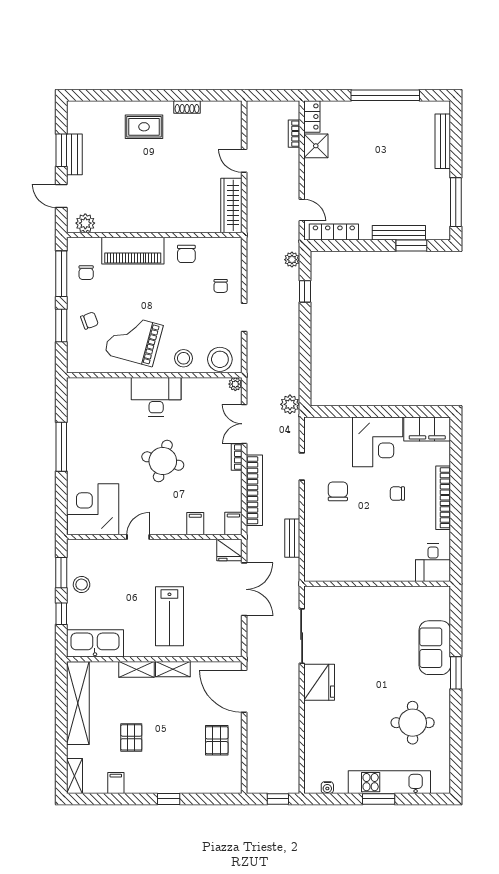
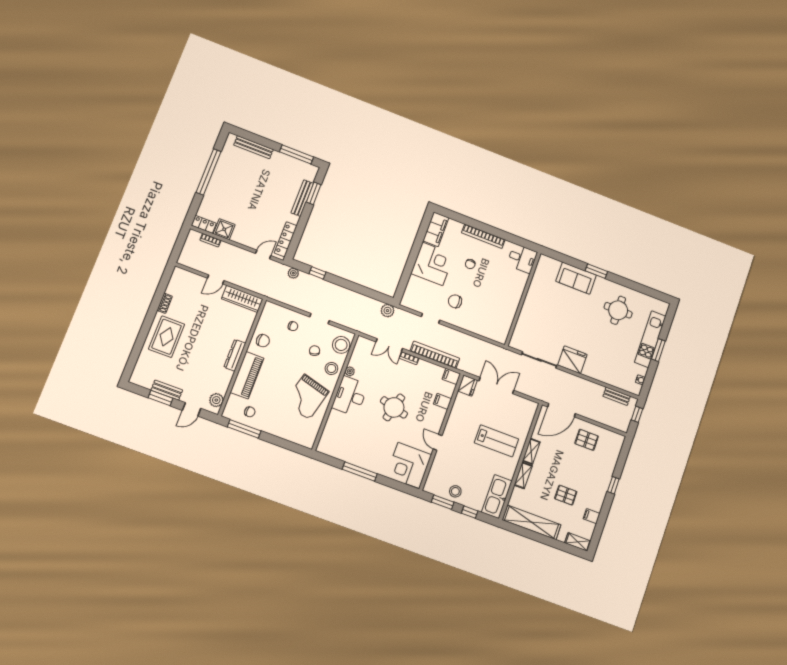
rug: (144, 127) -> (167, 337), width x1.36, depth x1.43
dresser: (153, 224) -> (235, 355), added
chair: (89, 321) -> (315, 351), moved
window: (61, 325) -> (279, 442), removed
plant: (235, 384) -> (350, 371), moved
bench: (292, 538) -> (617, 396), moved

